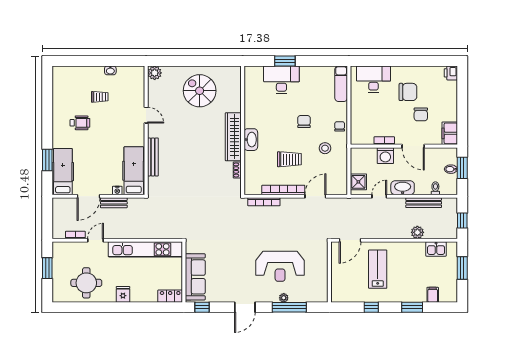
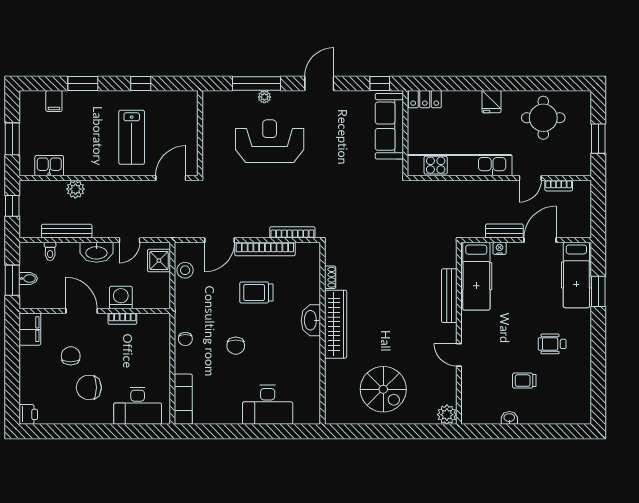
window: (285, 61) -> (263, 431), removed
stool: (325, 148) -> (185, 270), moved

